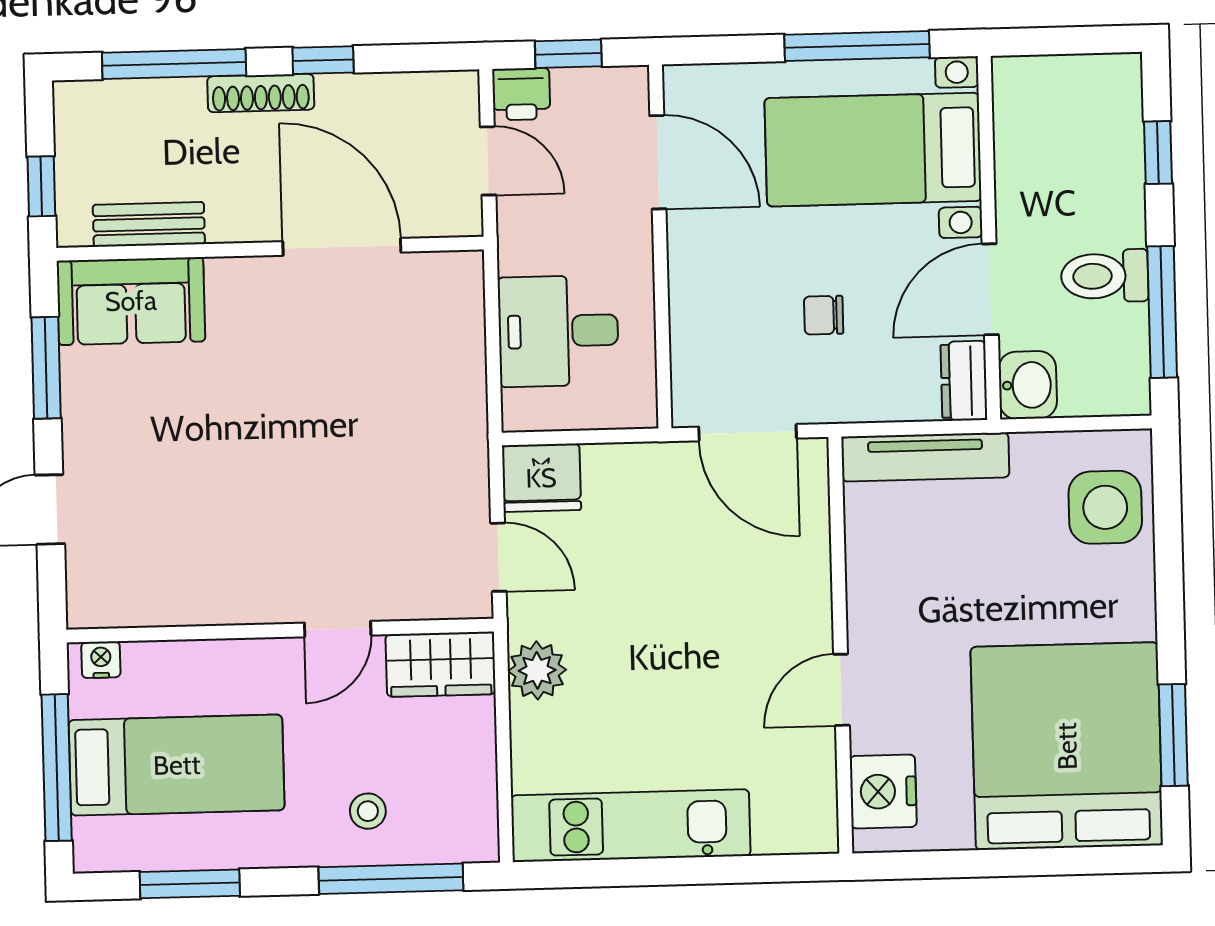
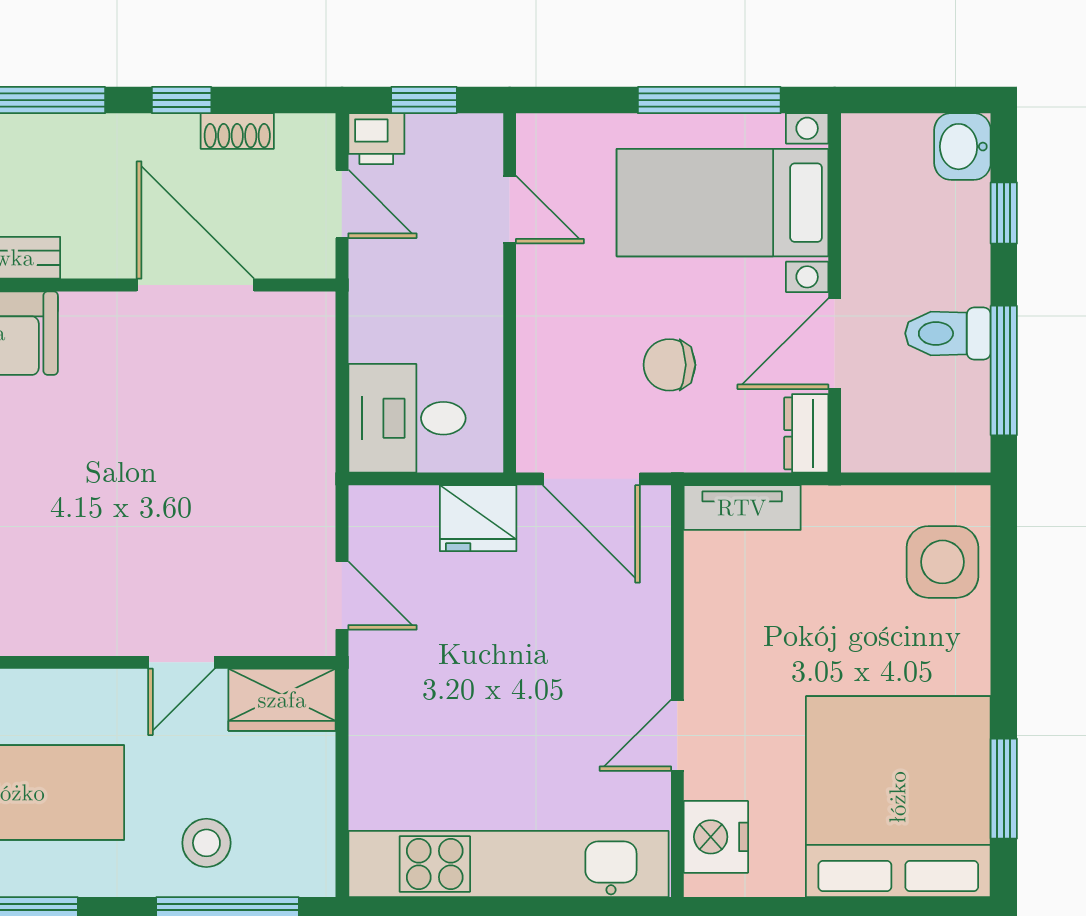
shoe rack: (261, 93) -> (237, 131), moved, width x0.70
door: (658, 162) -> (510, 210), width x0.73
chair: (824, 315) -> (669, 365), width x1.37, depth x1.37
desk: (558, 331) -> (407, 418), moved
washbasin: (1028, 385) -> (962, 147), moved, turned 180
tv unit: (925, 457) -> (742, 508), width x0.71
fridge: (541, 478) -> (478, 518), moved
plant: (537, 670) -> (377, 708), removed
stool: (368, 811) -> (206, 843), width x1.37, depth x1.37
kitchen unit: (631, 826) -> (508, 864), width x1.36

